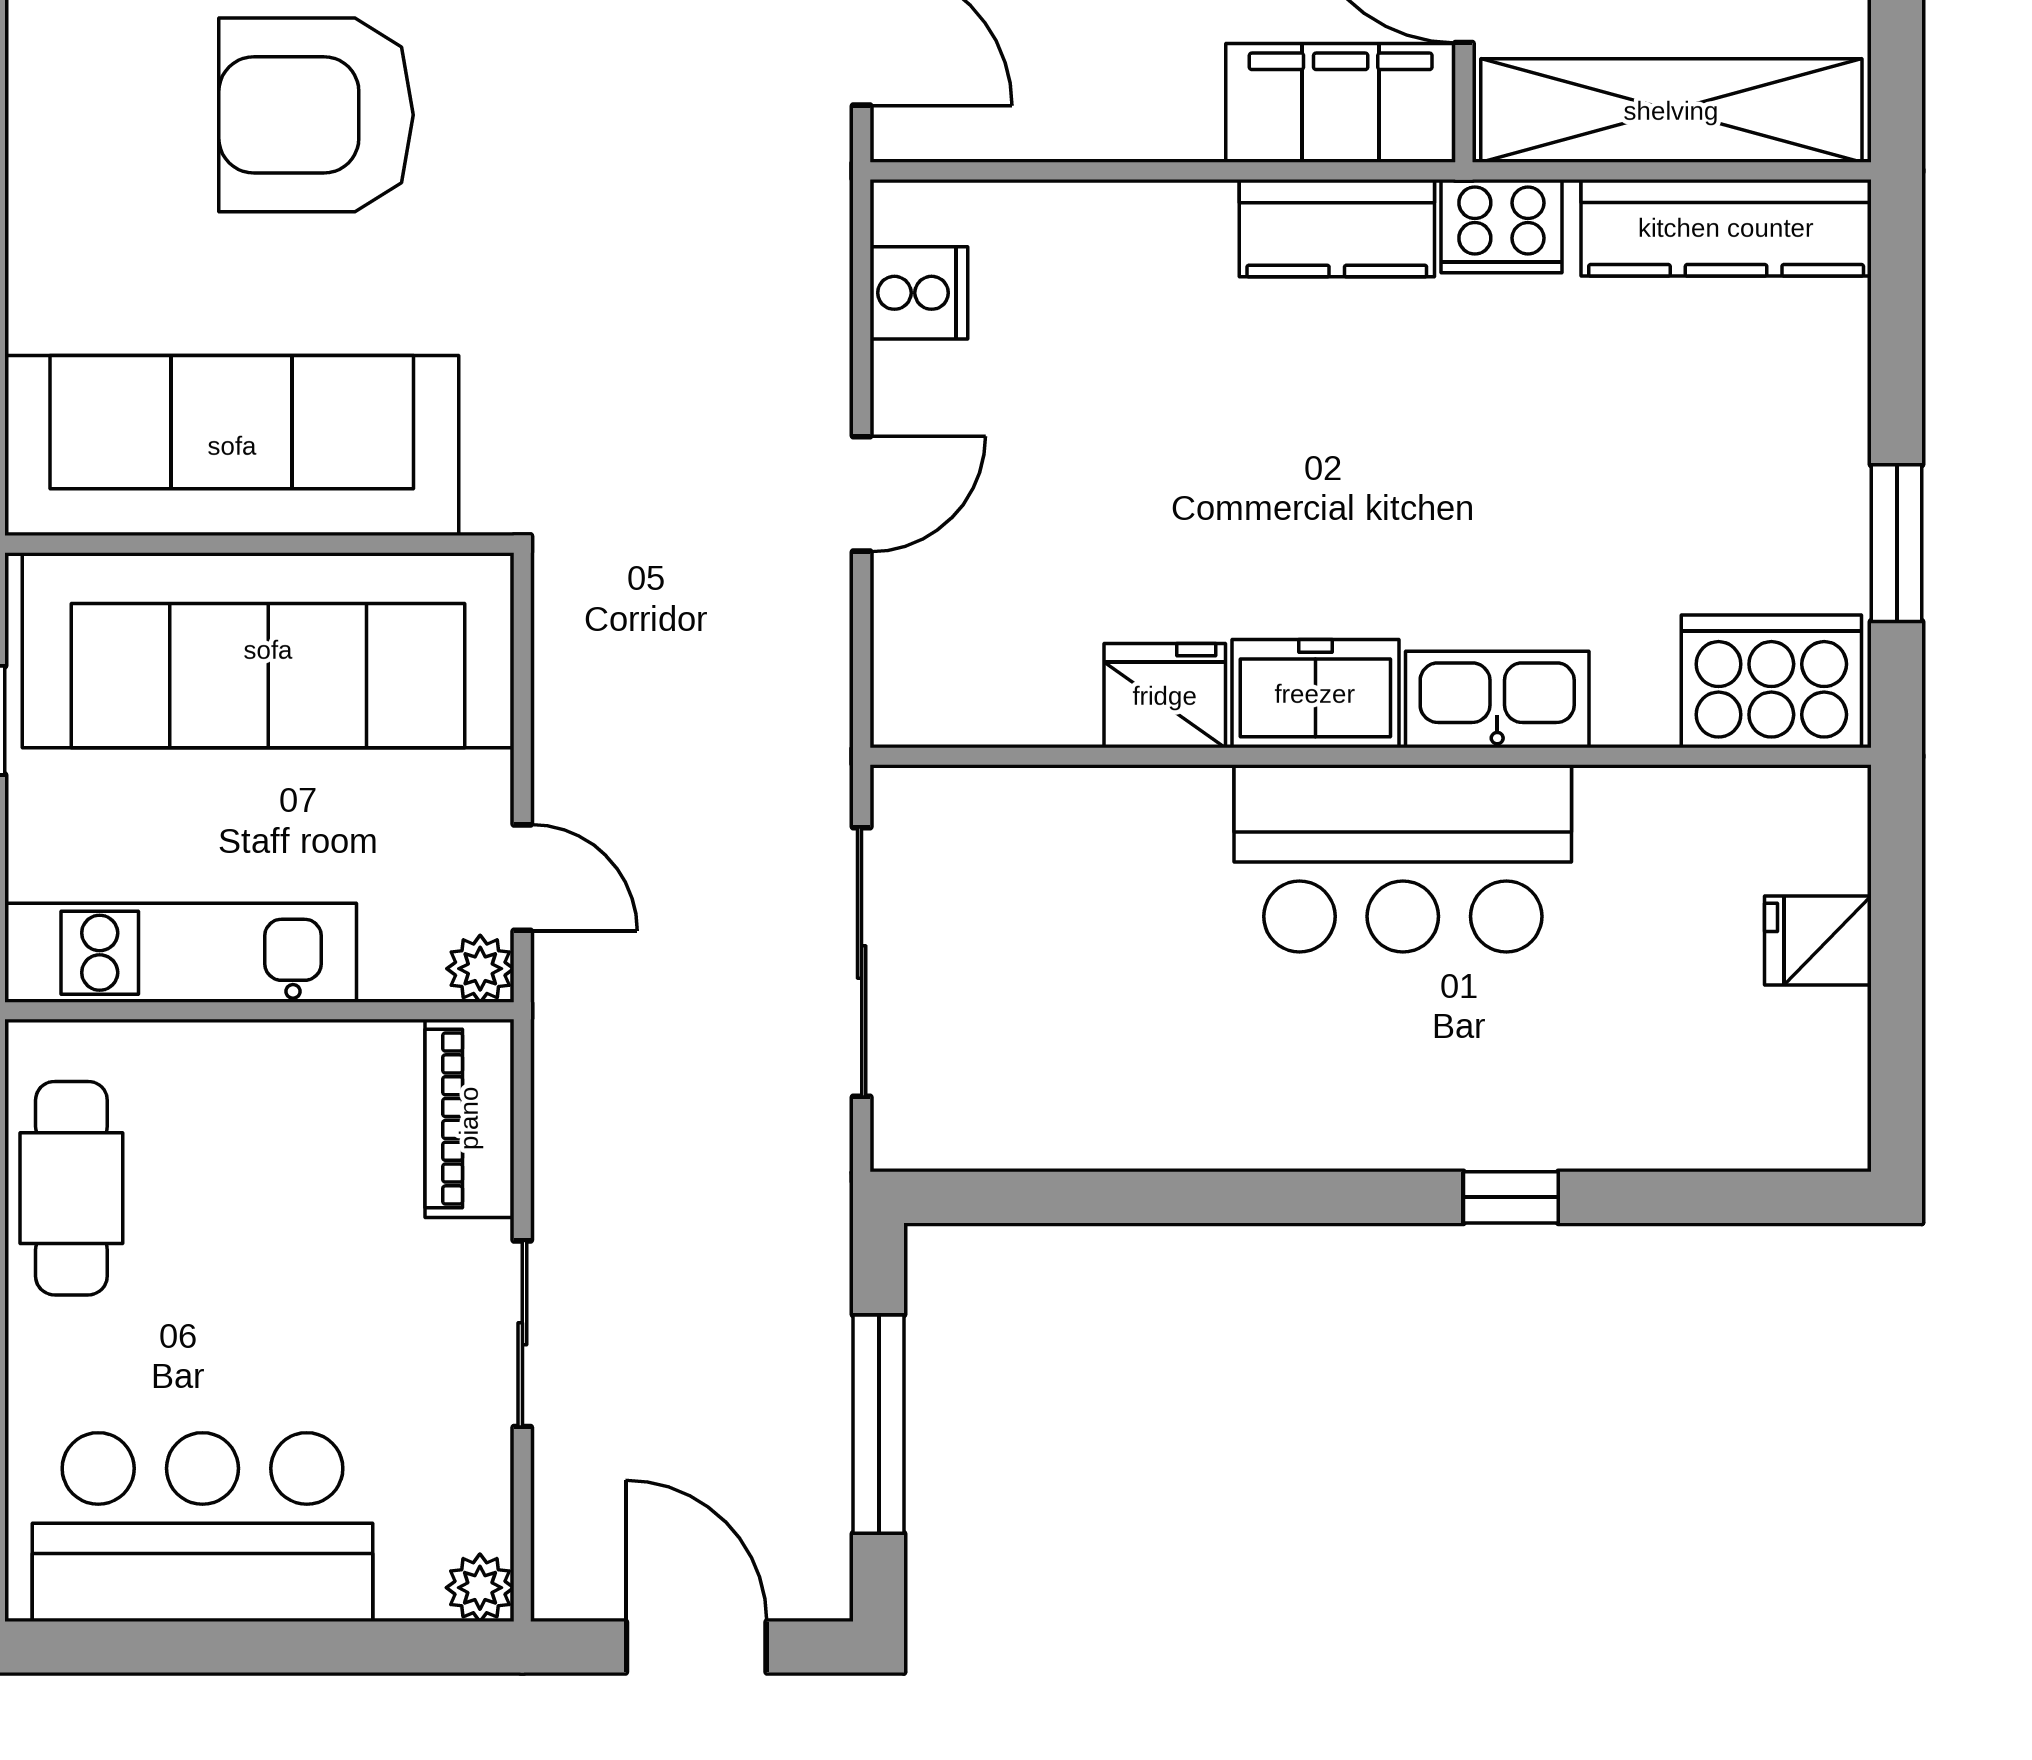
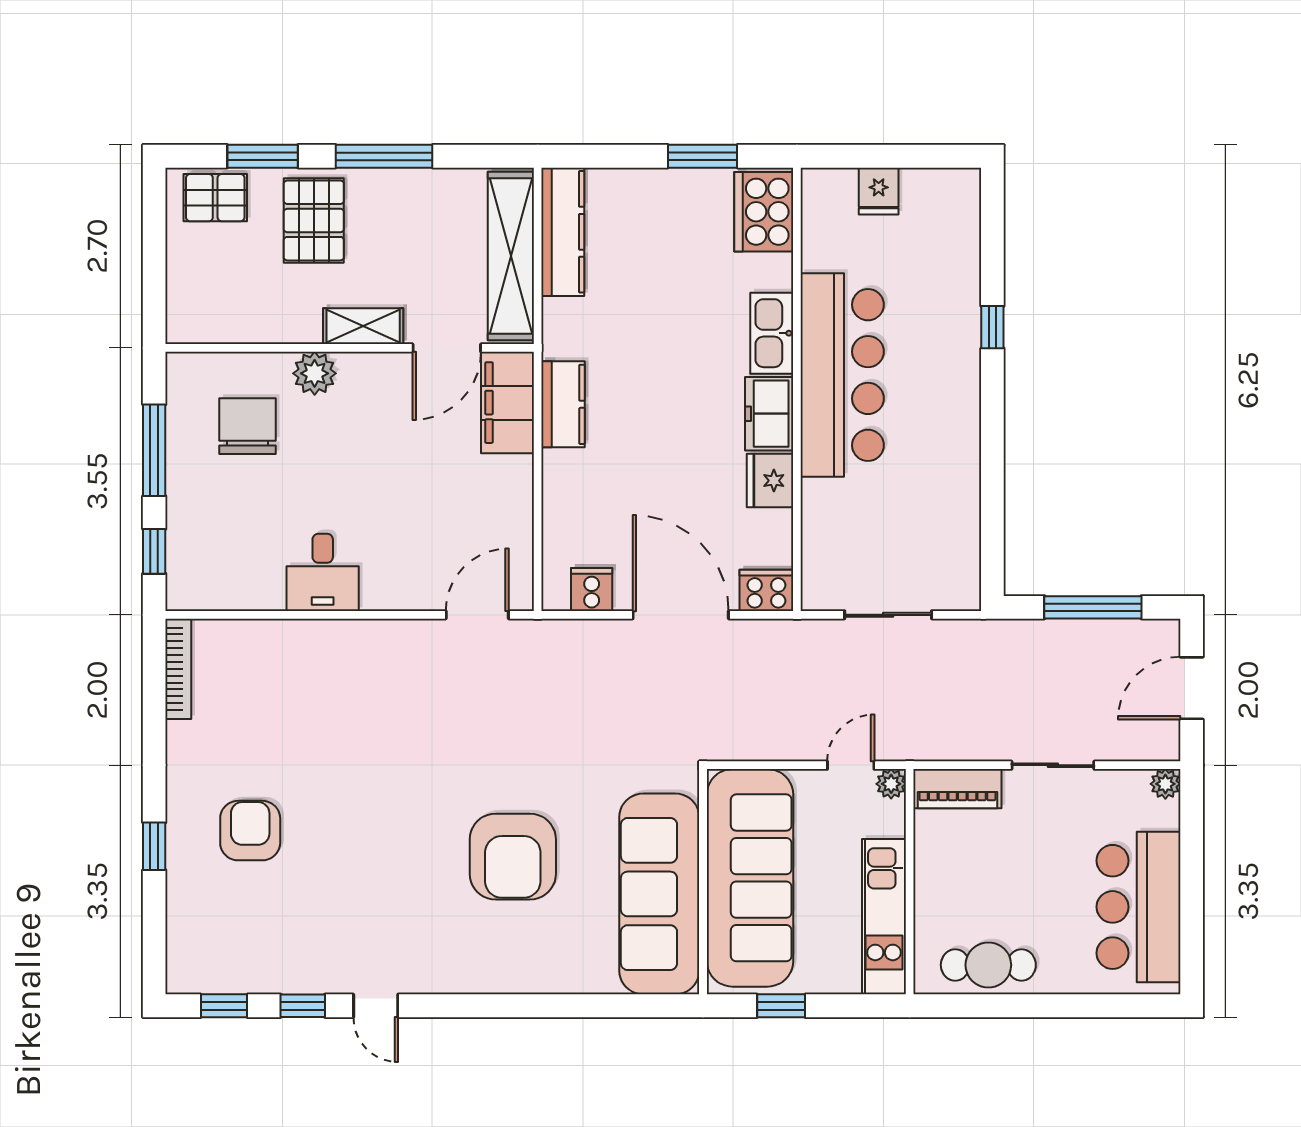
cooker: (1501, 226) -> (766, 590), moved, turned -90
door: (862, 494) -> (681, 615), width x1.87
bar counter: (1403, 858) -> (842, 375), width x1.36
sliding door: (862, 962) -> (888, 615), width x0.73

